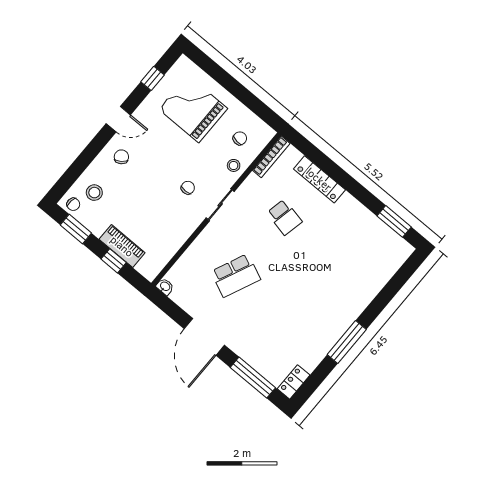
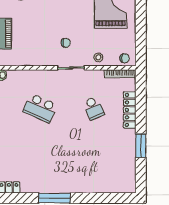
chair: (240, 138) -> (125, 58), moved
school desk: (285, 217) -> (94, 108), turned -36
window: (394, 221) -> (141, 146), moved

